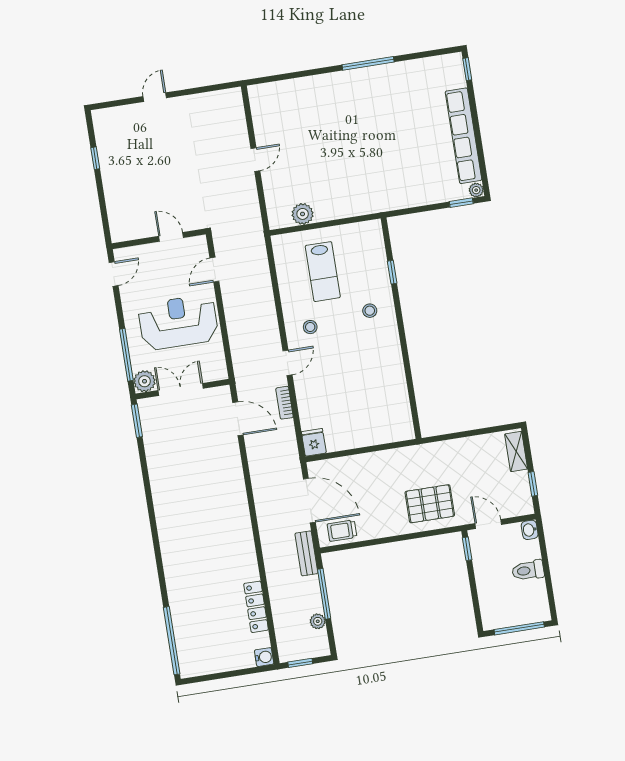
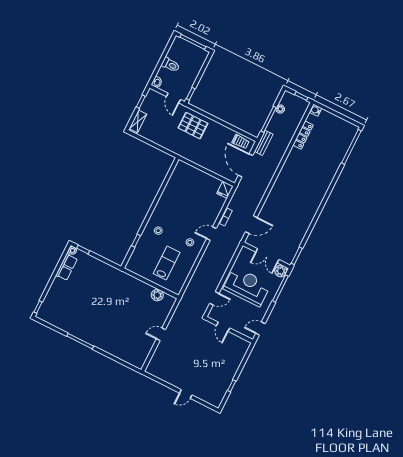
row of seats: (464, 136) -> (67, 267), width x0.50
reception desk: (178, 322) -> (247, 286), turned 180
door: (238, 419) -> (251, 225), swing flipped

